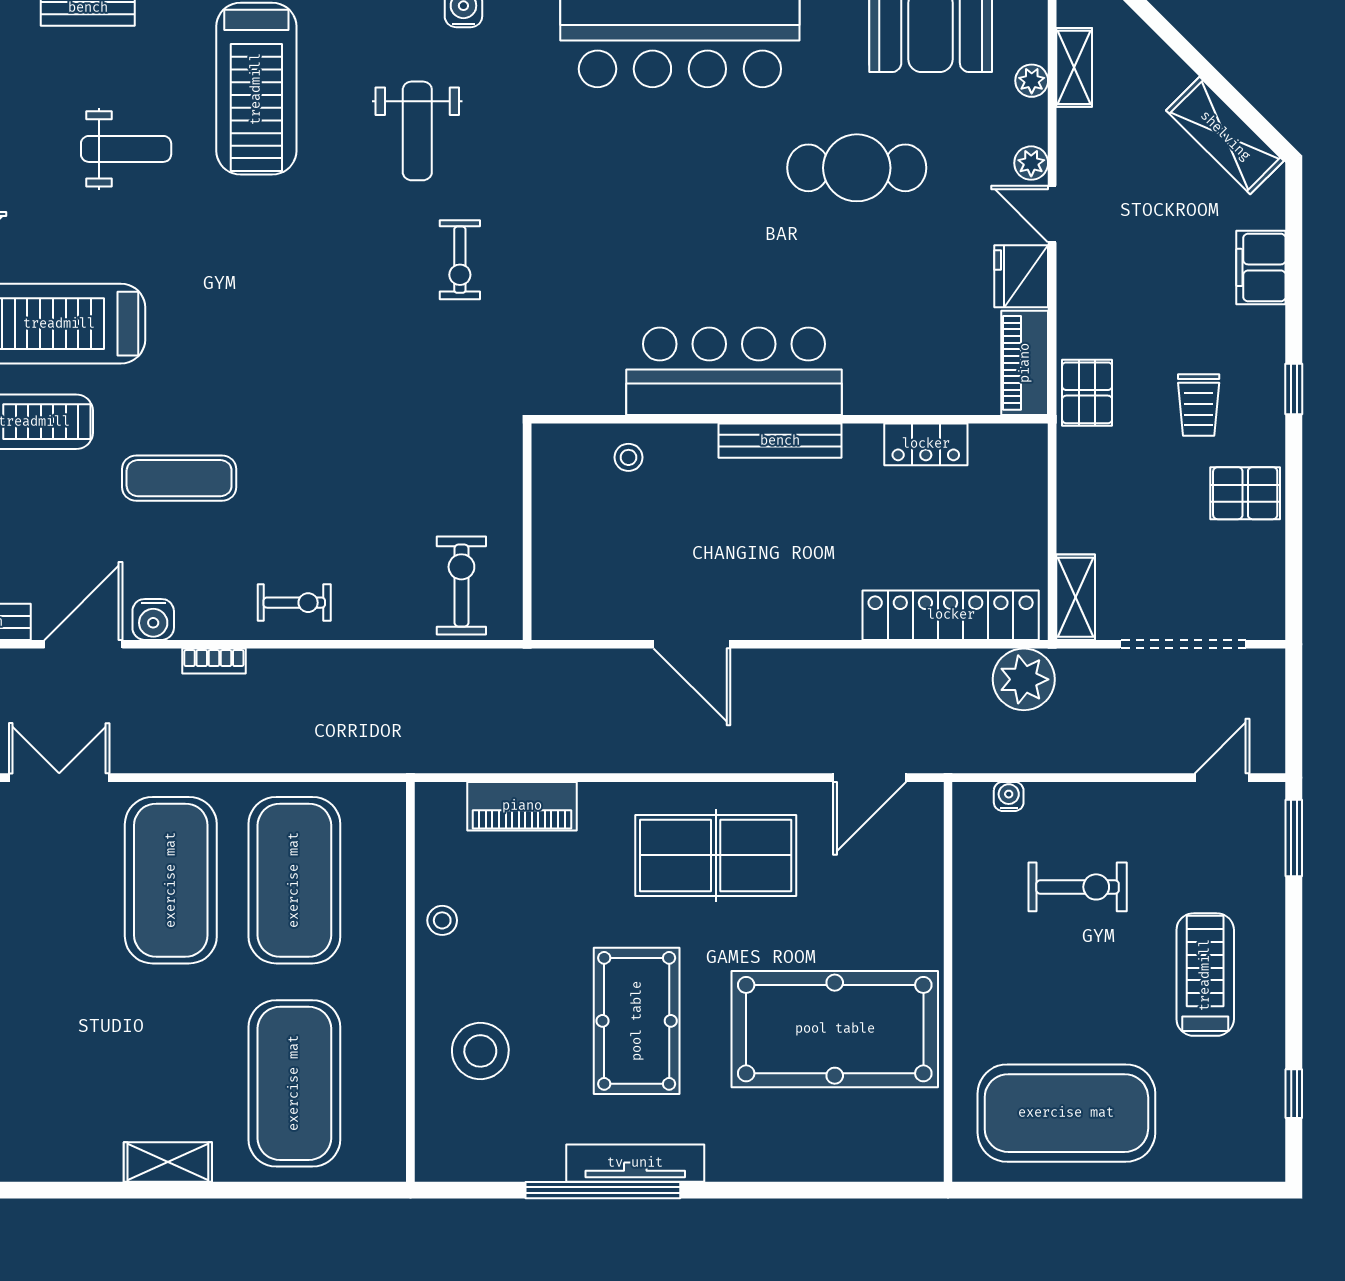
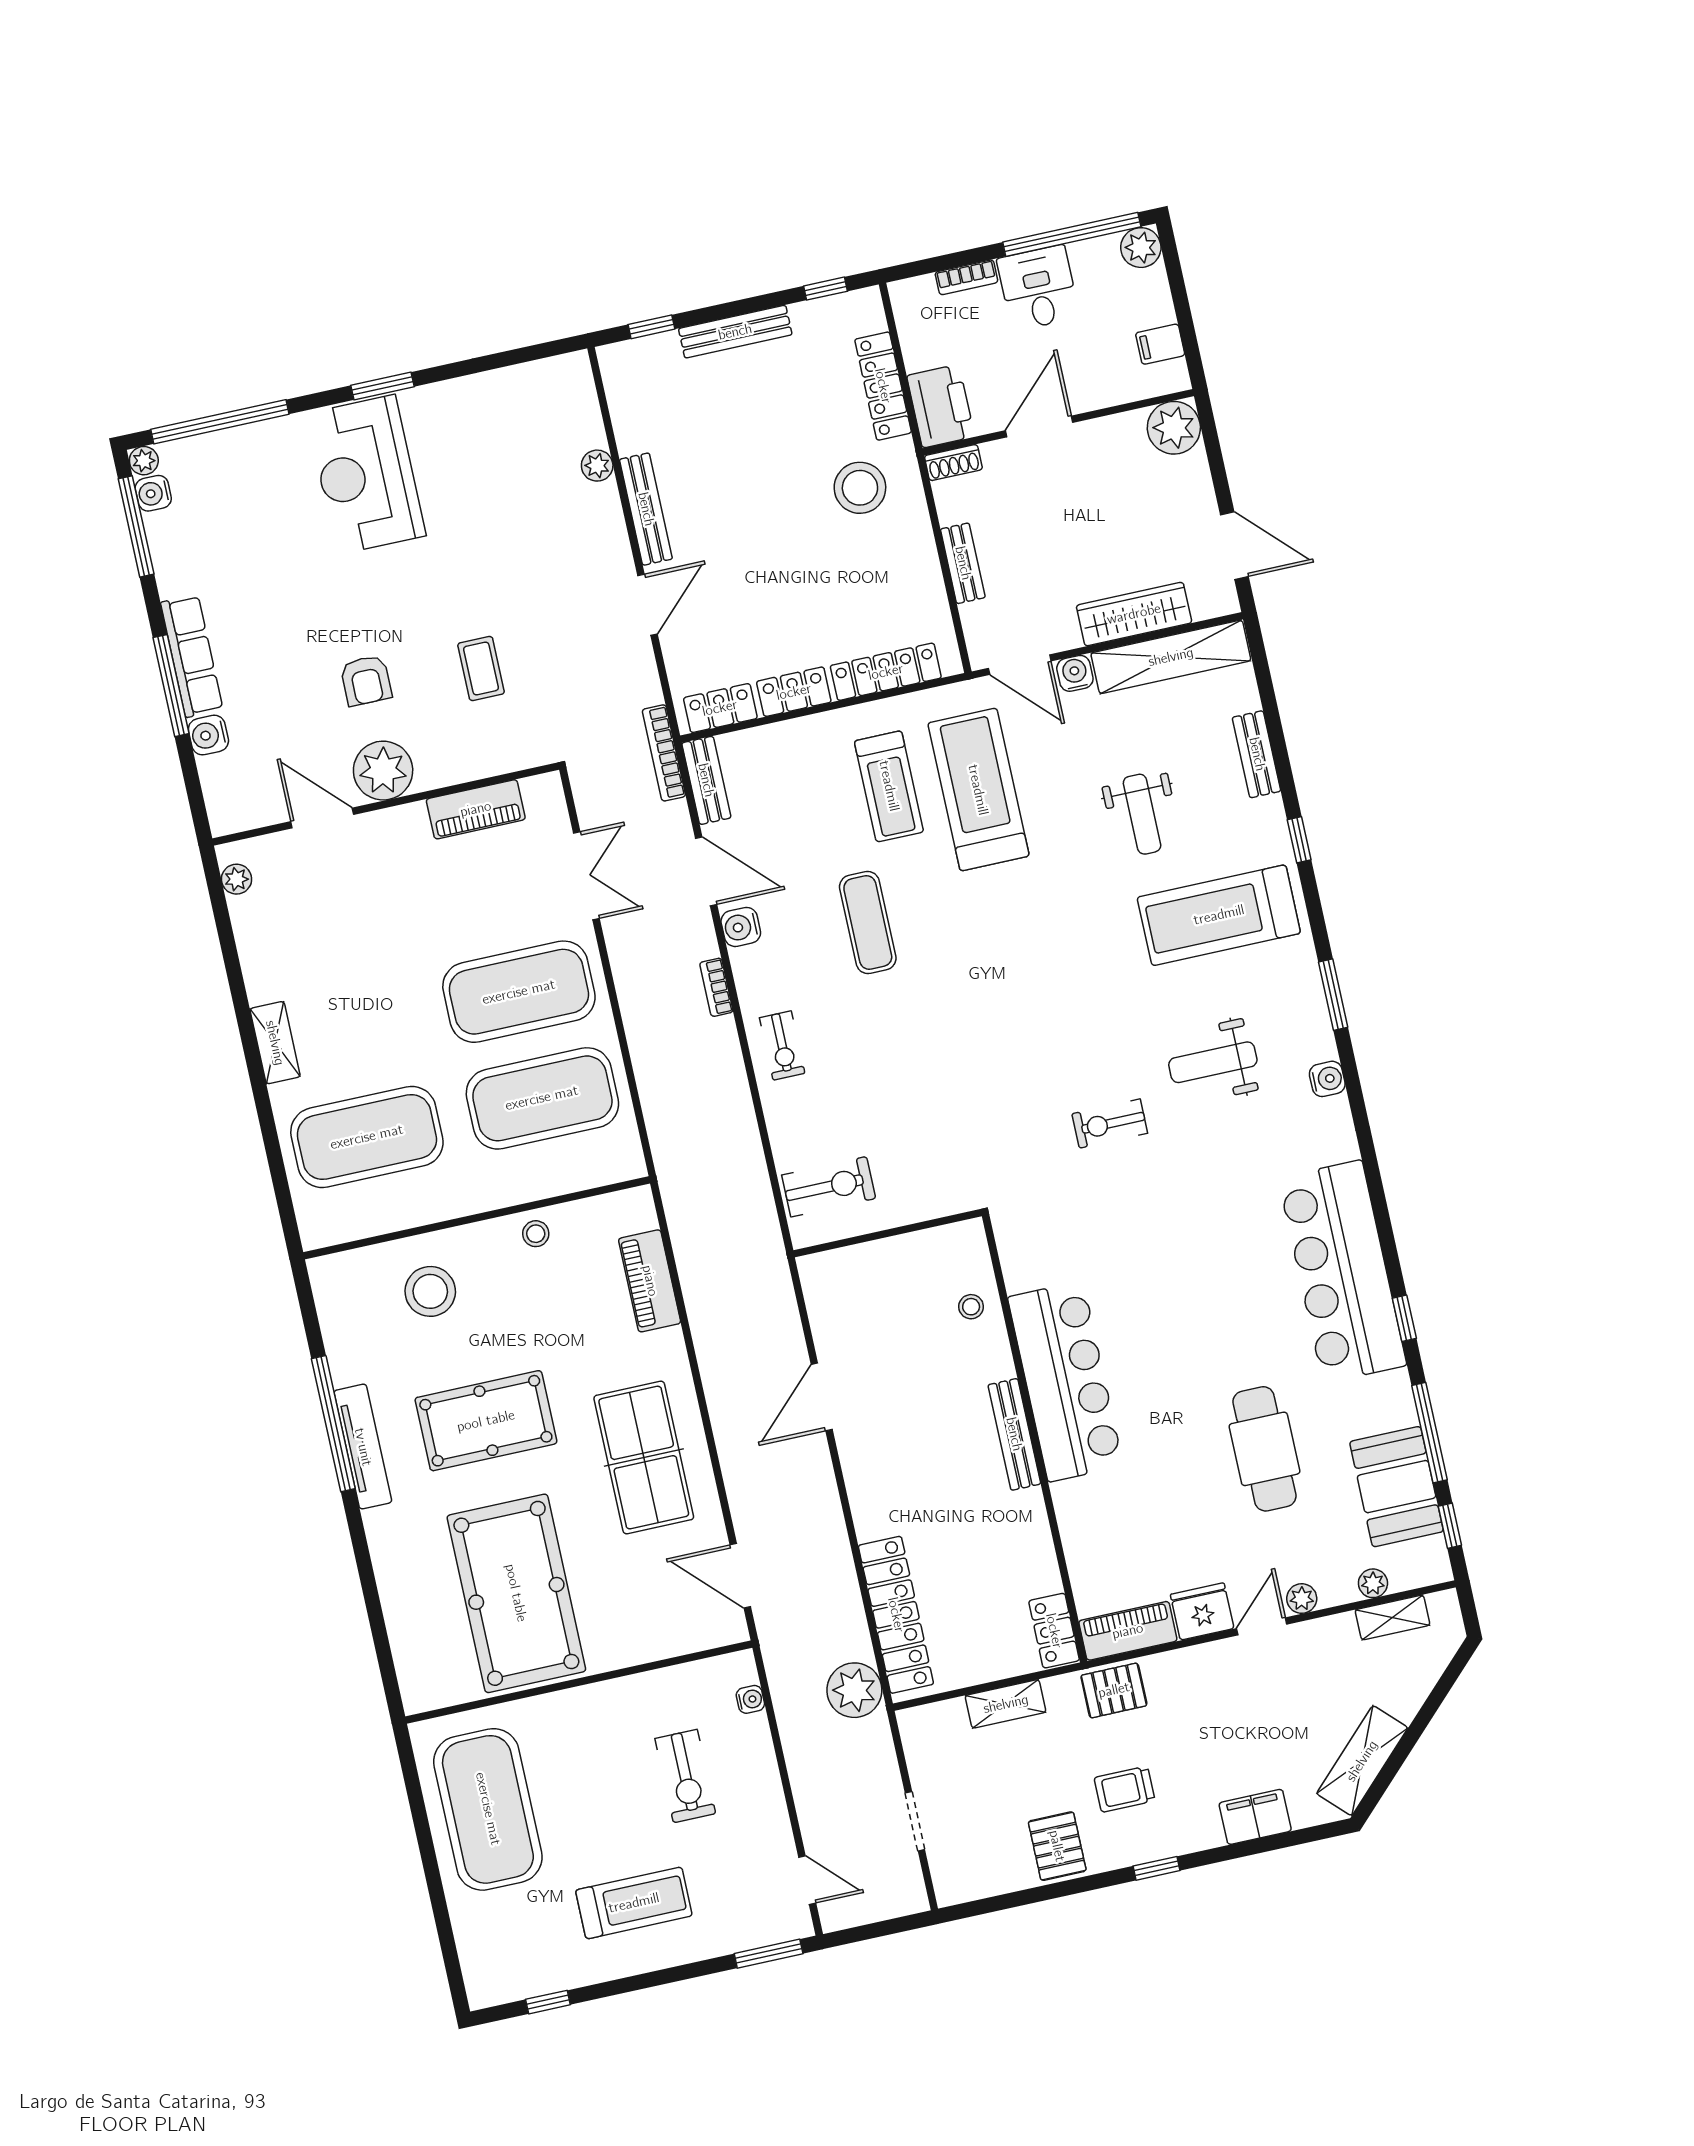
locker: (926, 444) -> (1054, 1631), moved
shelving: (1076, 597) -> (1006, 1704), moved
doorway: (1183, 644) -> (915, 1821), width x0.53

